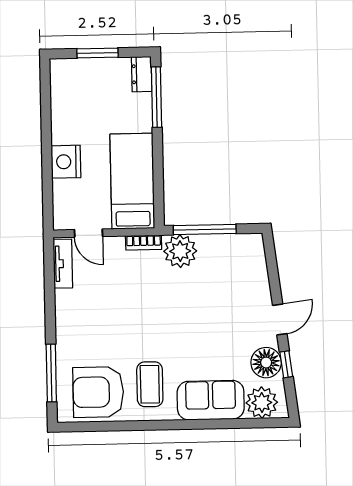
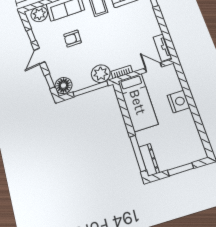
dresser: (142, 74) -> (149, 160), width x1.44
window: (272, 266) -> (50, 81), added
armchair: (213, 333) -> (72, 39), added
floor lamp: (266, 363) -> (63, 86), moved

